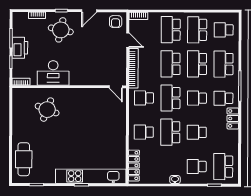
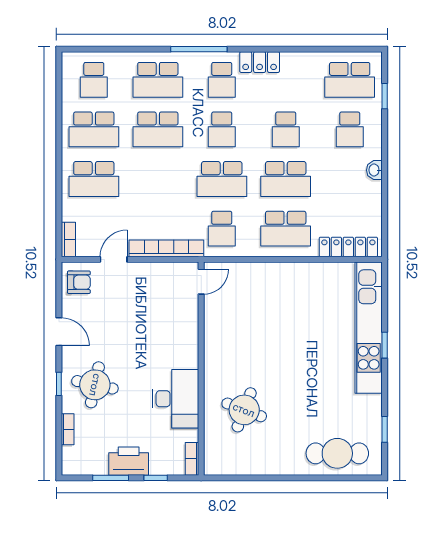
school desk: (171, 64) -> (158, 179), removed
school desk: (144, 132) -> (286, 229), width x1.85

